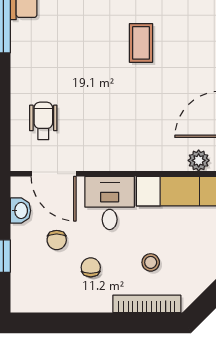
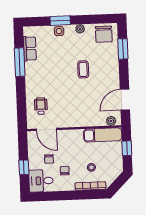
desk: (110, 203) -> (41, 181), moved, turned -90
washbasin: (20, 211) -> (32, 146), removed

